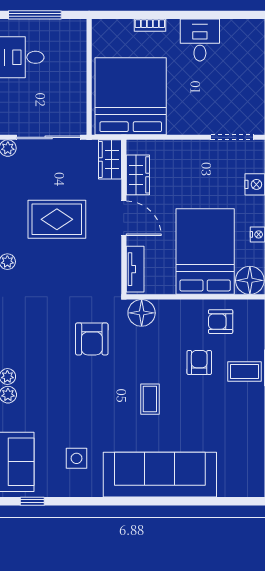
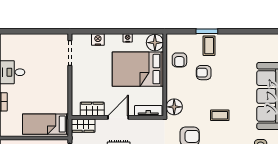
bed: (131, 96) -> (46, 124), width x0.49
coffee table: (150, 399) -> (220, 115), moved

